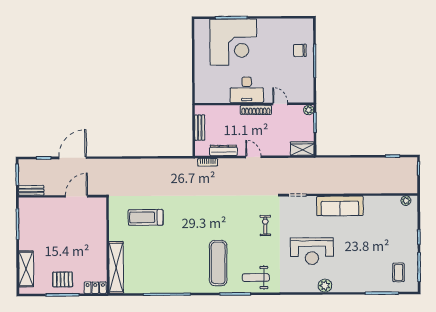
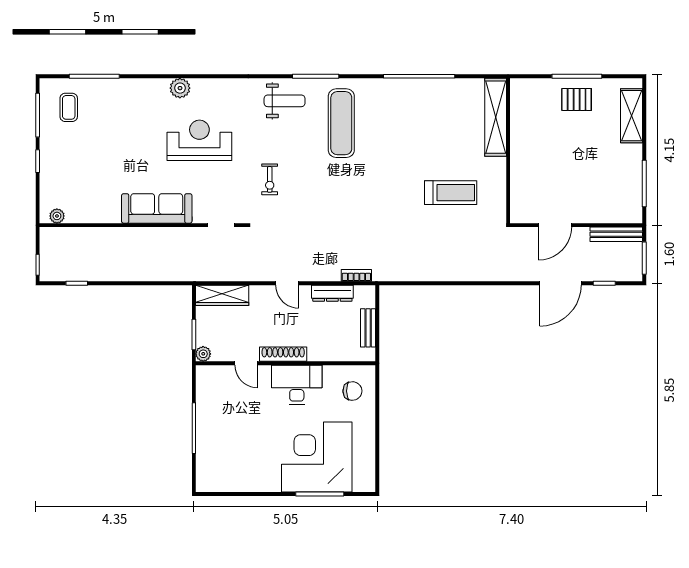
chair: (300, 50) -> (352, 391), moved
wardrobe: (302, 149) -> (222, 295), width x1.50
bench: (31, 190) -> (616, 234), width x1.36
locker: (95, 288) -> (527, 87), removed

